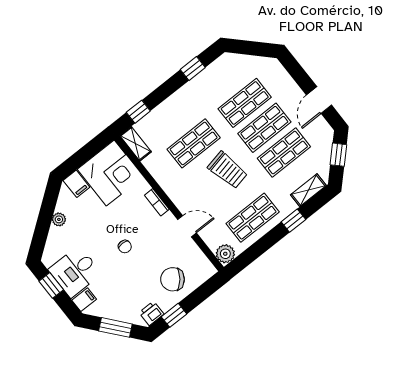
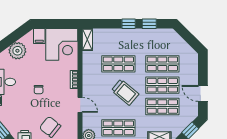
door: (319, 100) -> (203, 93), hinge flipped
window: (138, 112) -> (129, 24), moved
trolley: (228, 170) -> (125, 92), turned -38
plant: (59, 219) -> (17, 51), width x1.87, depth x1.87

